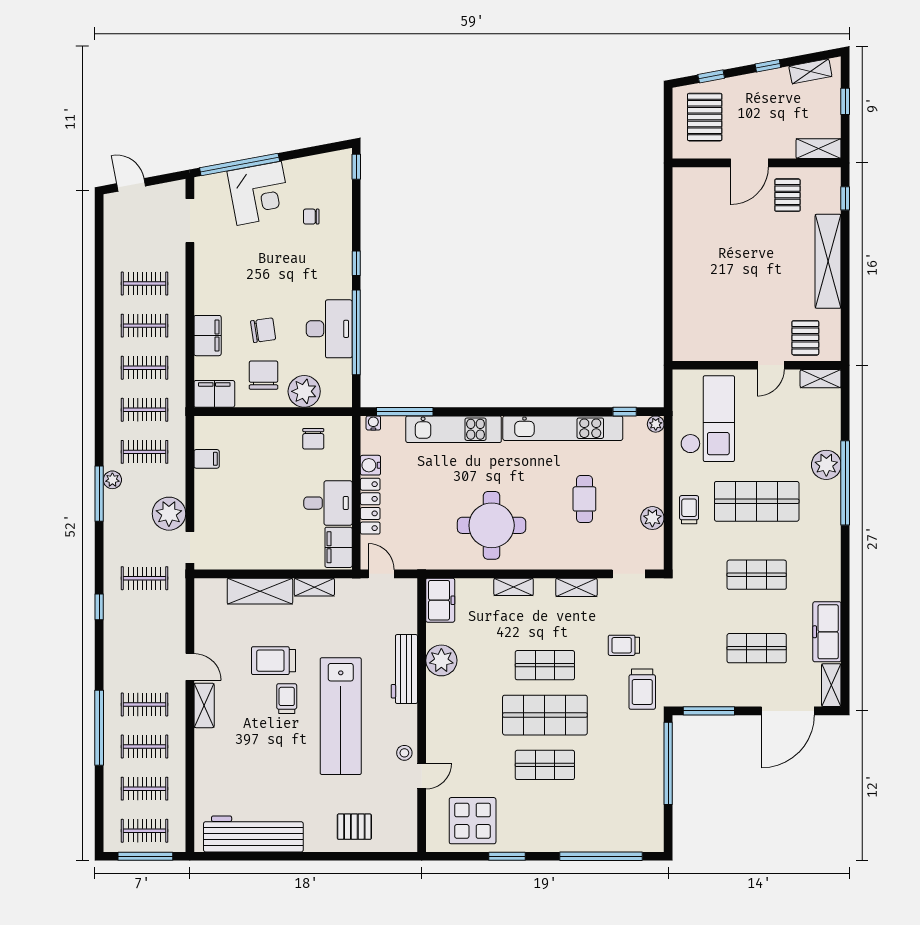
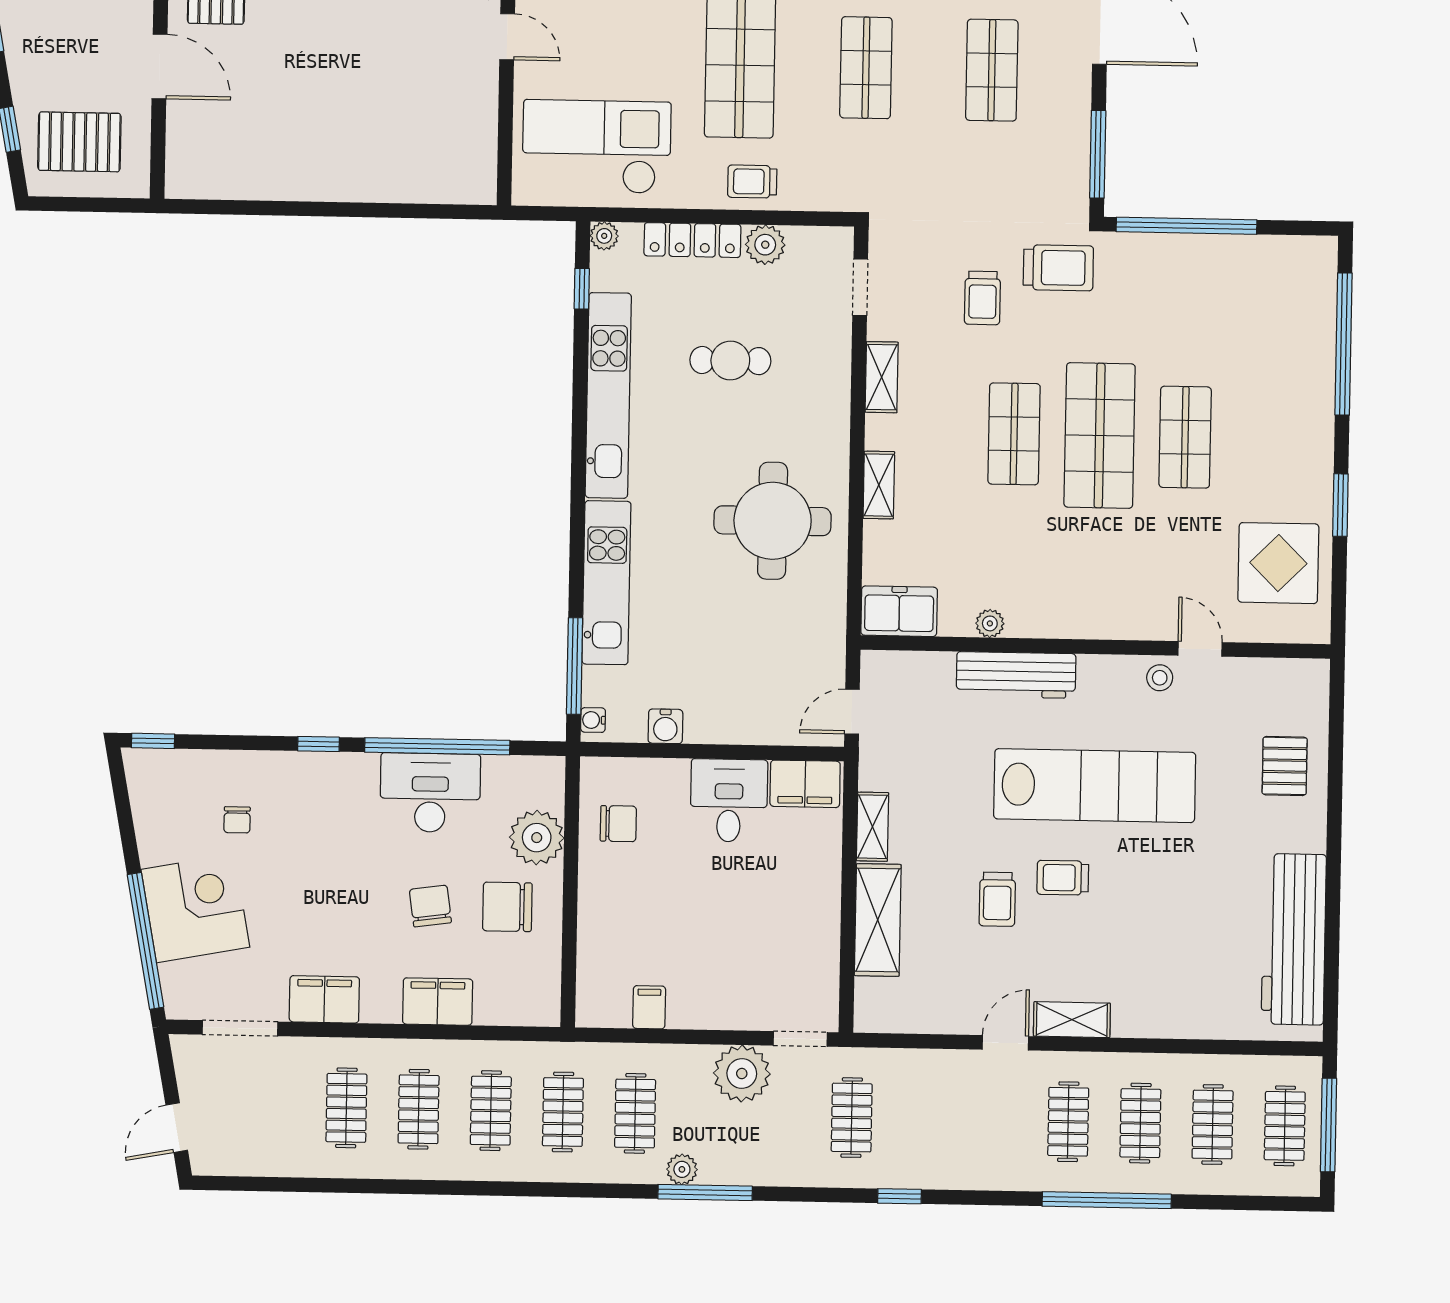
filing cabinet: (214, 394) -> (324, 999), moved, turned 90
locker: (370, 506) -> (692, 240), moved, turned 180
plant: (441, 660) -> (990, 623), width x0.53, depth x0.53
trolley: (273, 661) -> (997, 899), width x0.73, depth x0.72

